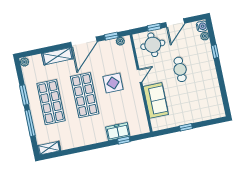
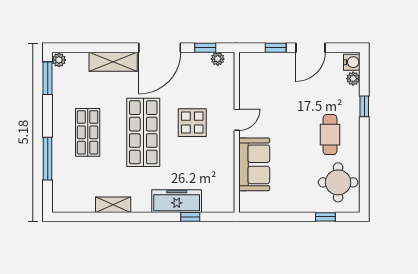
round table: (153, 45) -> (338, 182), moved
cafe table: (180, 69) -> (330, 135), moved
window: (24, 95) -> (48, 78), moved
shop shelf: (51, 102) -> (88, 132), width x0.70, depth x0.74
window: (186, 127) -> (325, 217), moved
freezer: (118, 132) -> (177, 201), width x1.40
shelving: (49, 148) -> (113, 205), moved

